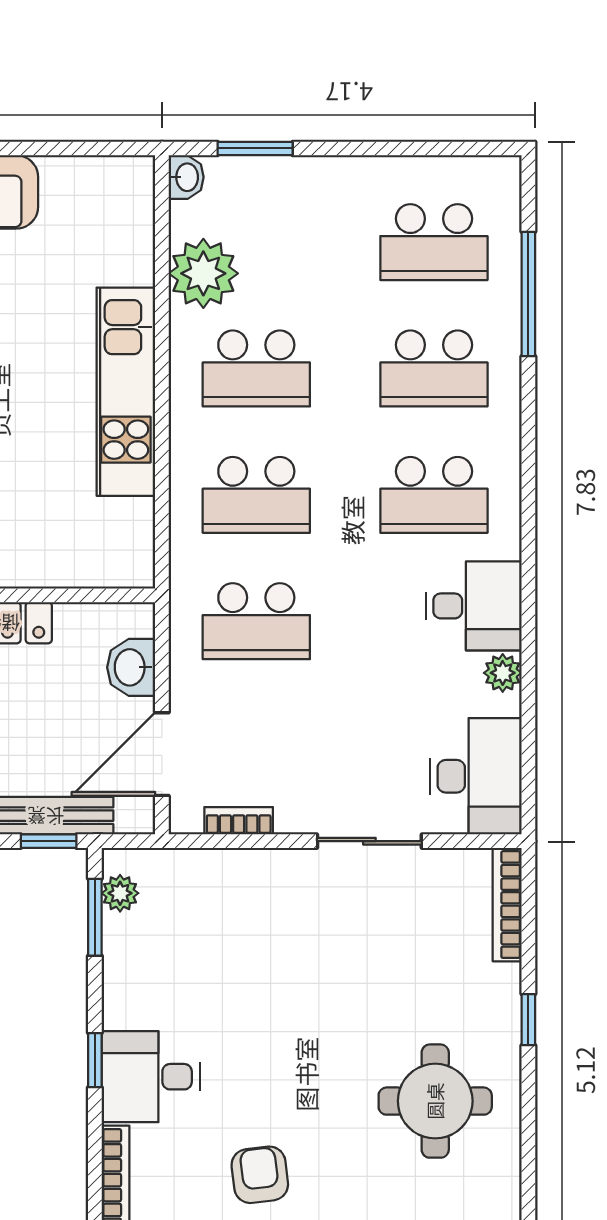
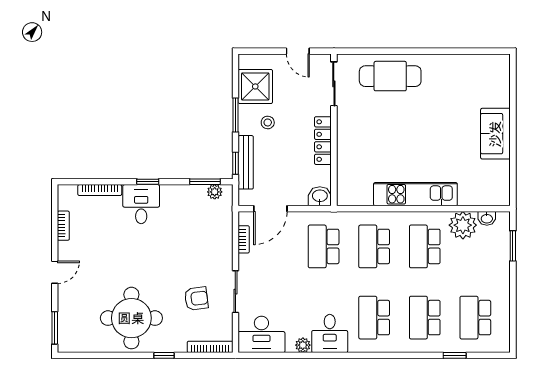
washbasin: (186, 177) -> (487, 218), moved
window: (528, 294) -> (455, 355), width x0.46
washbasin: (131, 667) -> (320, 196), moved
door: (162, 754) -> (270, 209), swing flipped
round table: (435, 1101) -> (131, 318), width x1.36, depth x1.36
armchair: (260, 1175) -> (196, 299), moved

